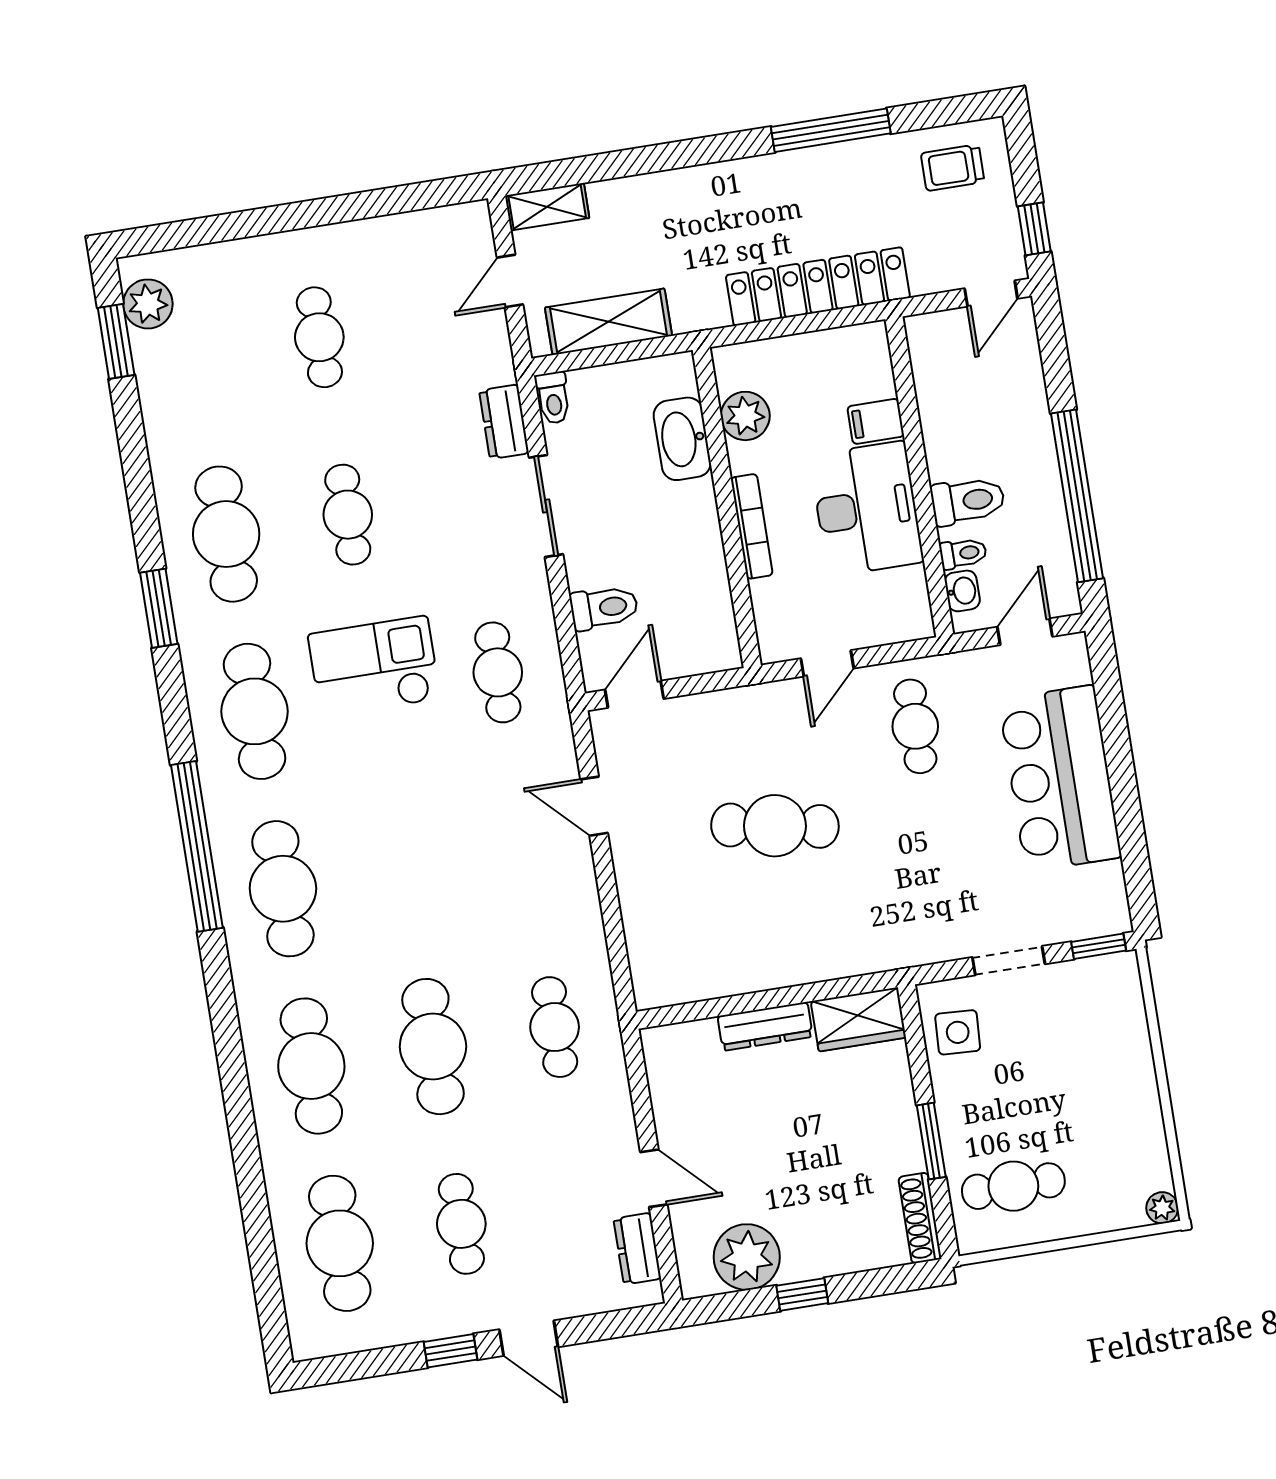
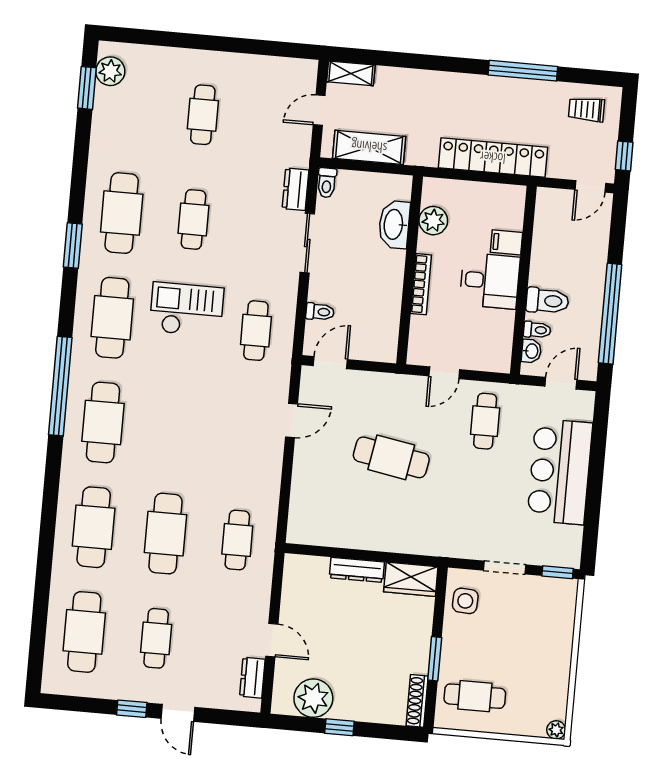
desk: (867, 509) -> (490, 281), width x0.73
toilet: (604, 608) -> (320, 312), width x0.73, depth x0.72
door: (594, 806) -> (291, 420), swing flipped

